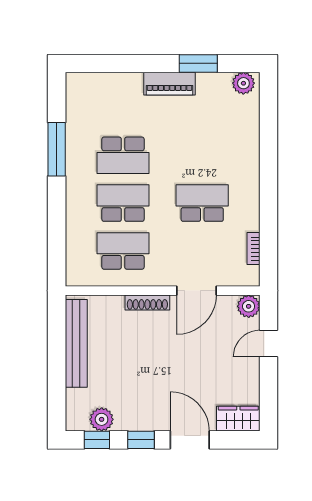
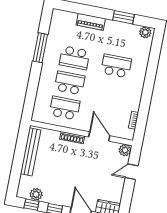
piano: (169, 84) -> (91, 22), moved
school desk: (202, 203) -> (116, 66), moved
door: (196, 291) -> (99, 136), swing flipped

